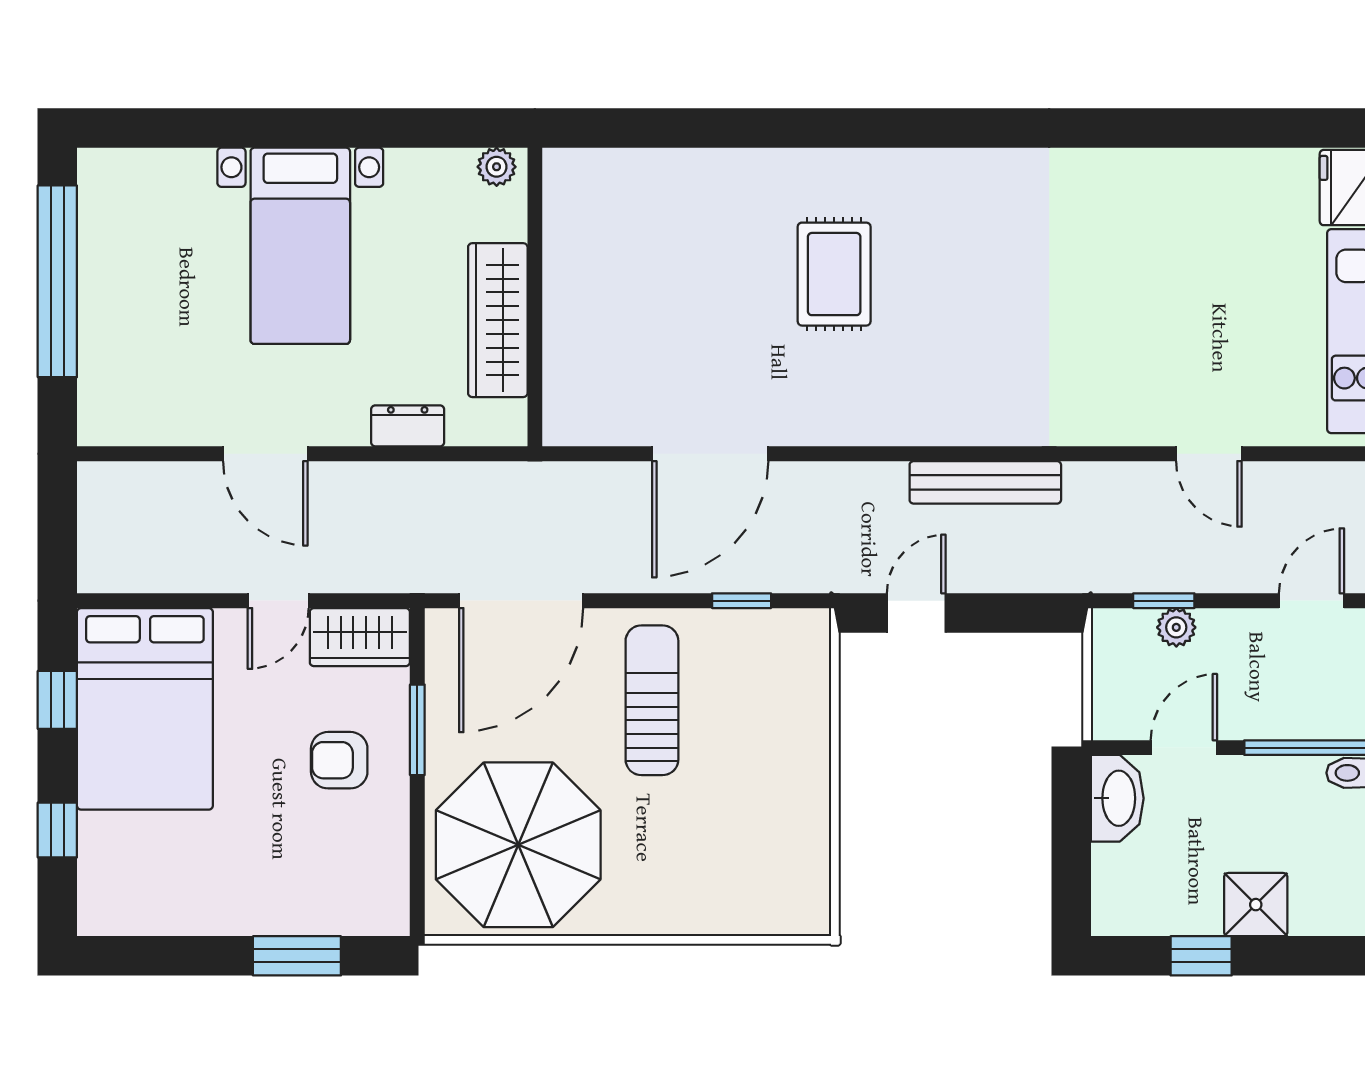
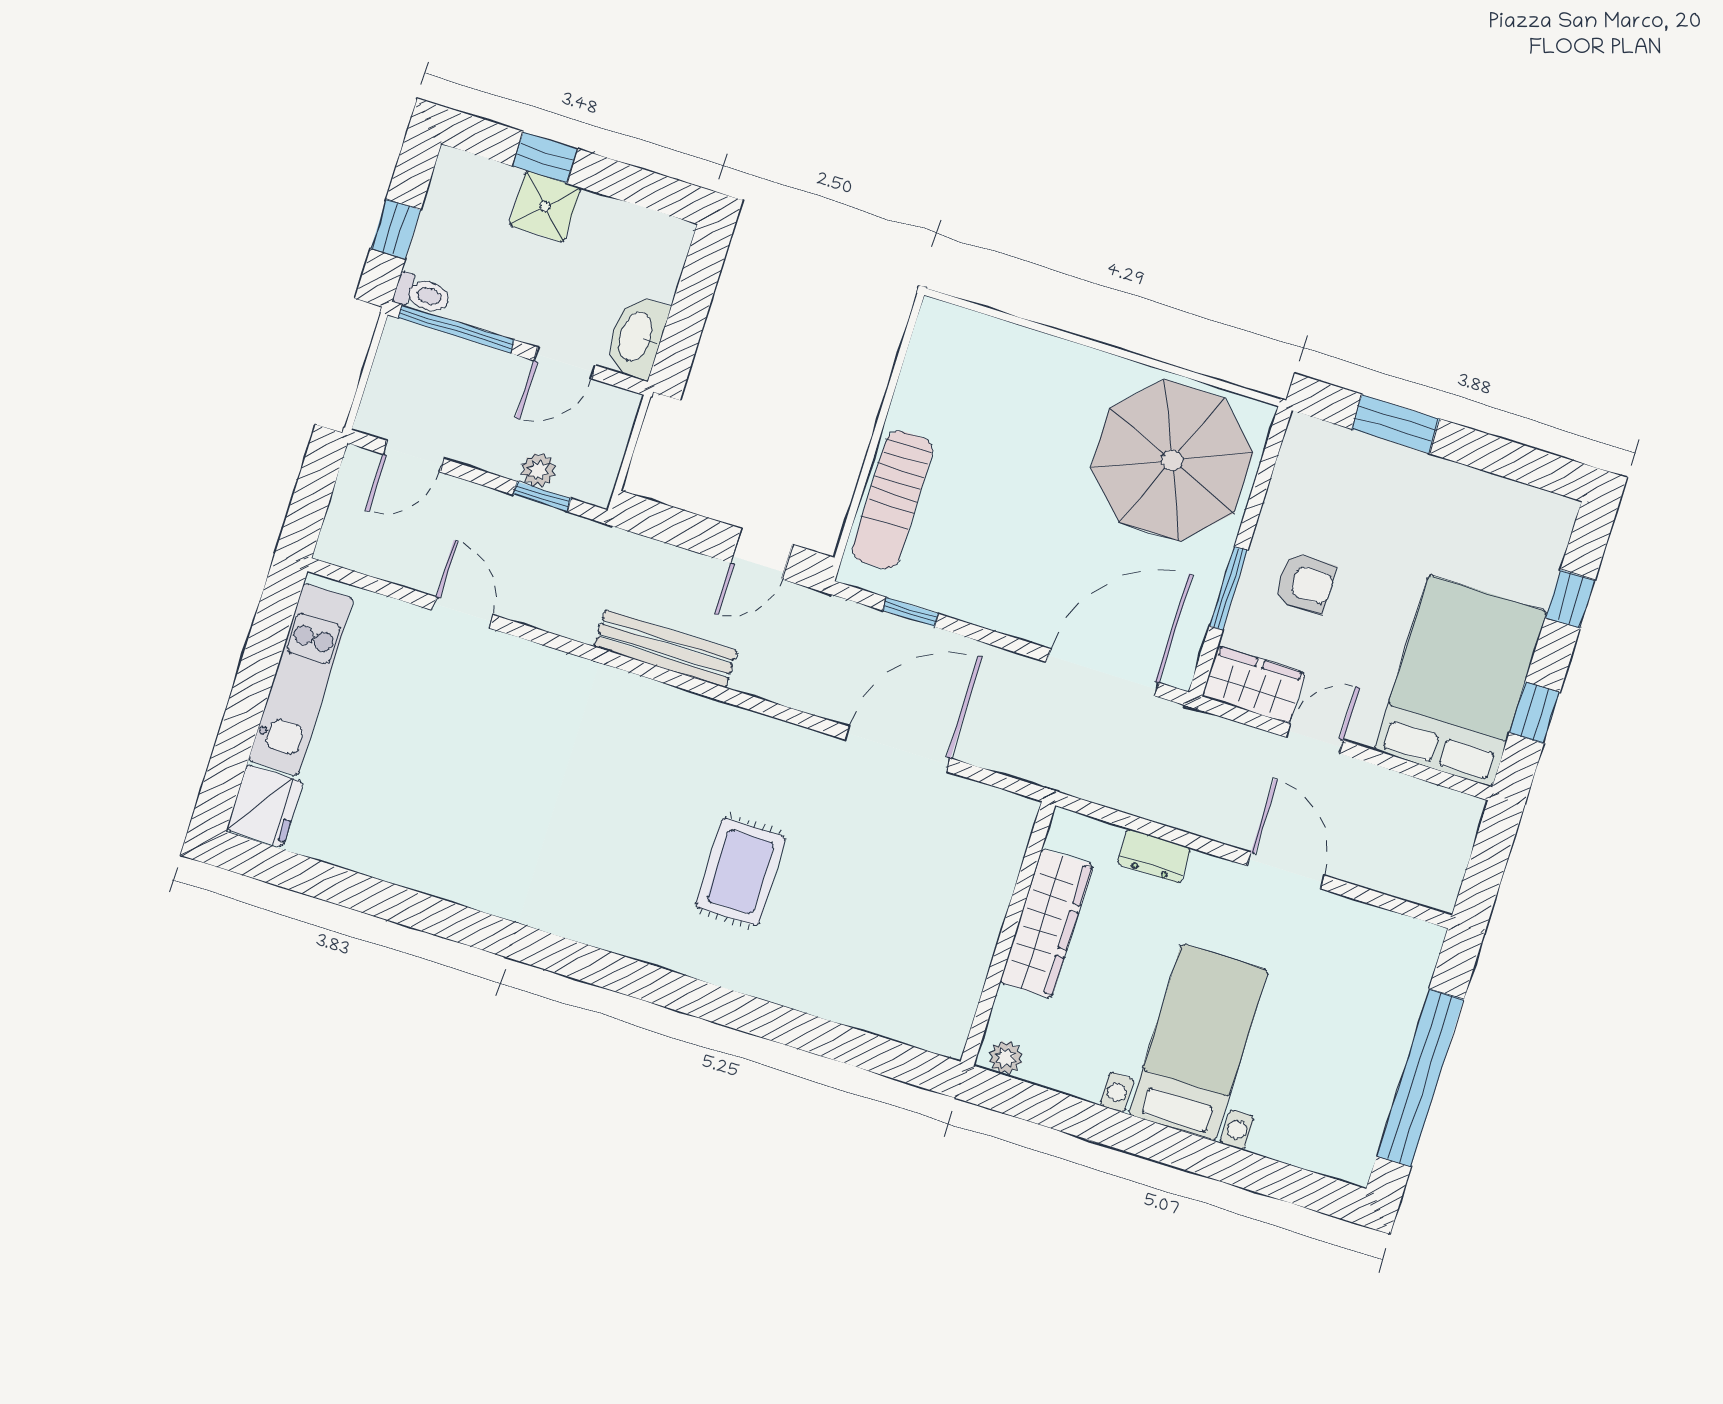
sun lounger: (652, 700) -> (893, 500), moved
window: (1201, 956) -> (545, 157), moved

